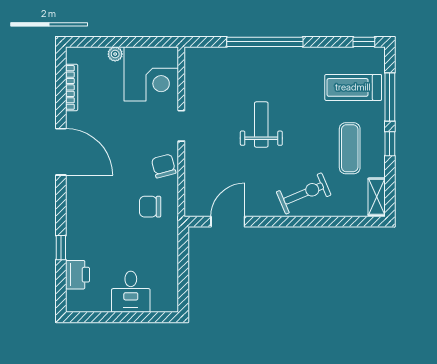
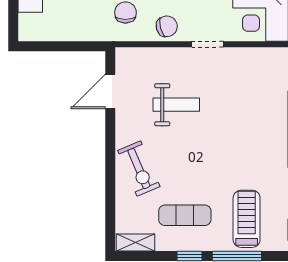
weight bench: (261, 125) -> (176, 105), moved
door: (228, 222) -> (110, 91), swing flipped

